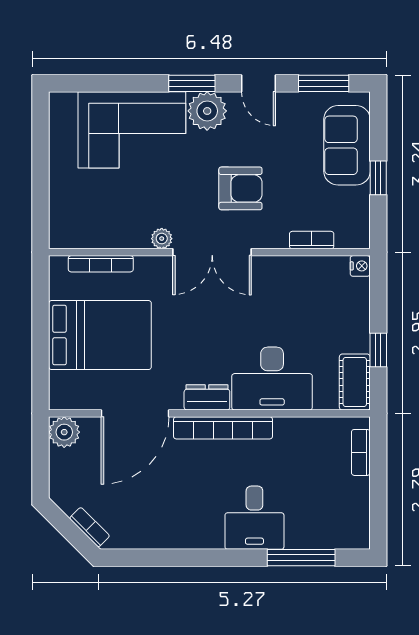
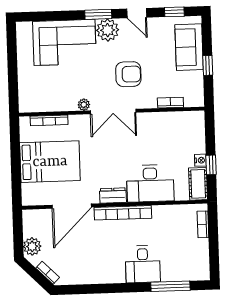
window: (324, 83) -> (174, 12), width x0.67
nightstand: (360, 266) -> (200, 160), moved
plant: (64, 432) -> (32, 246), moved

